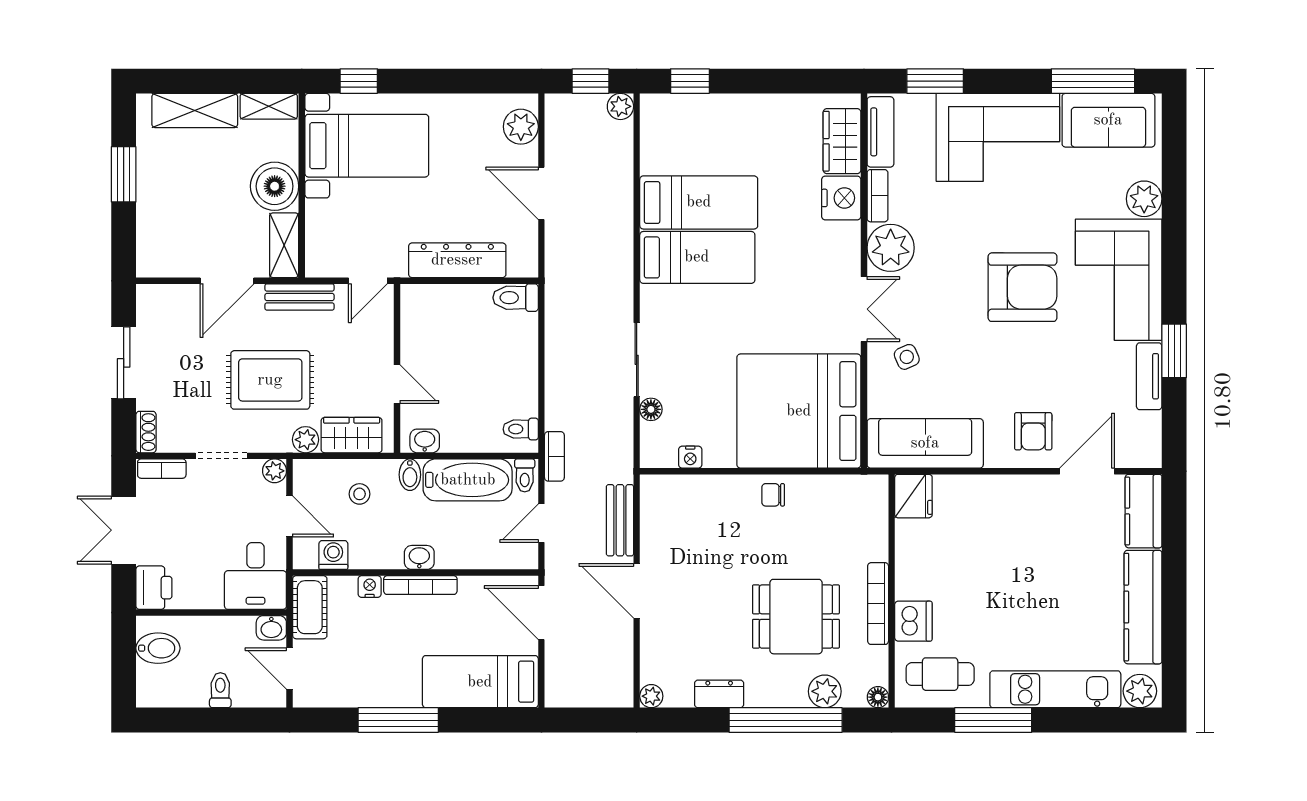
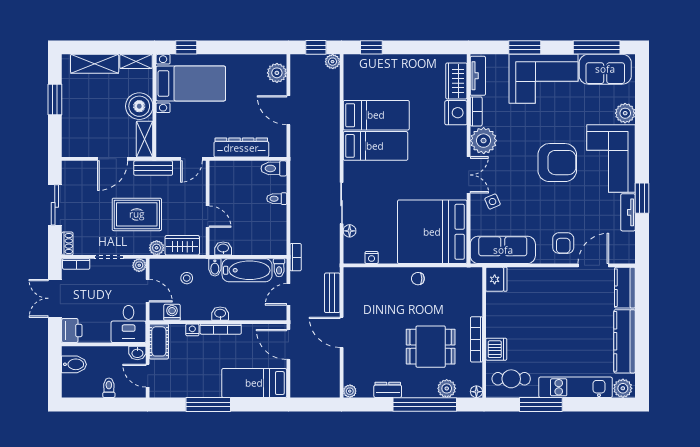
window: (935, 81) -> (525, 47), moved
toilet: (521, 429) -> (277, 199), moved

